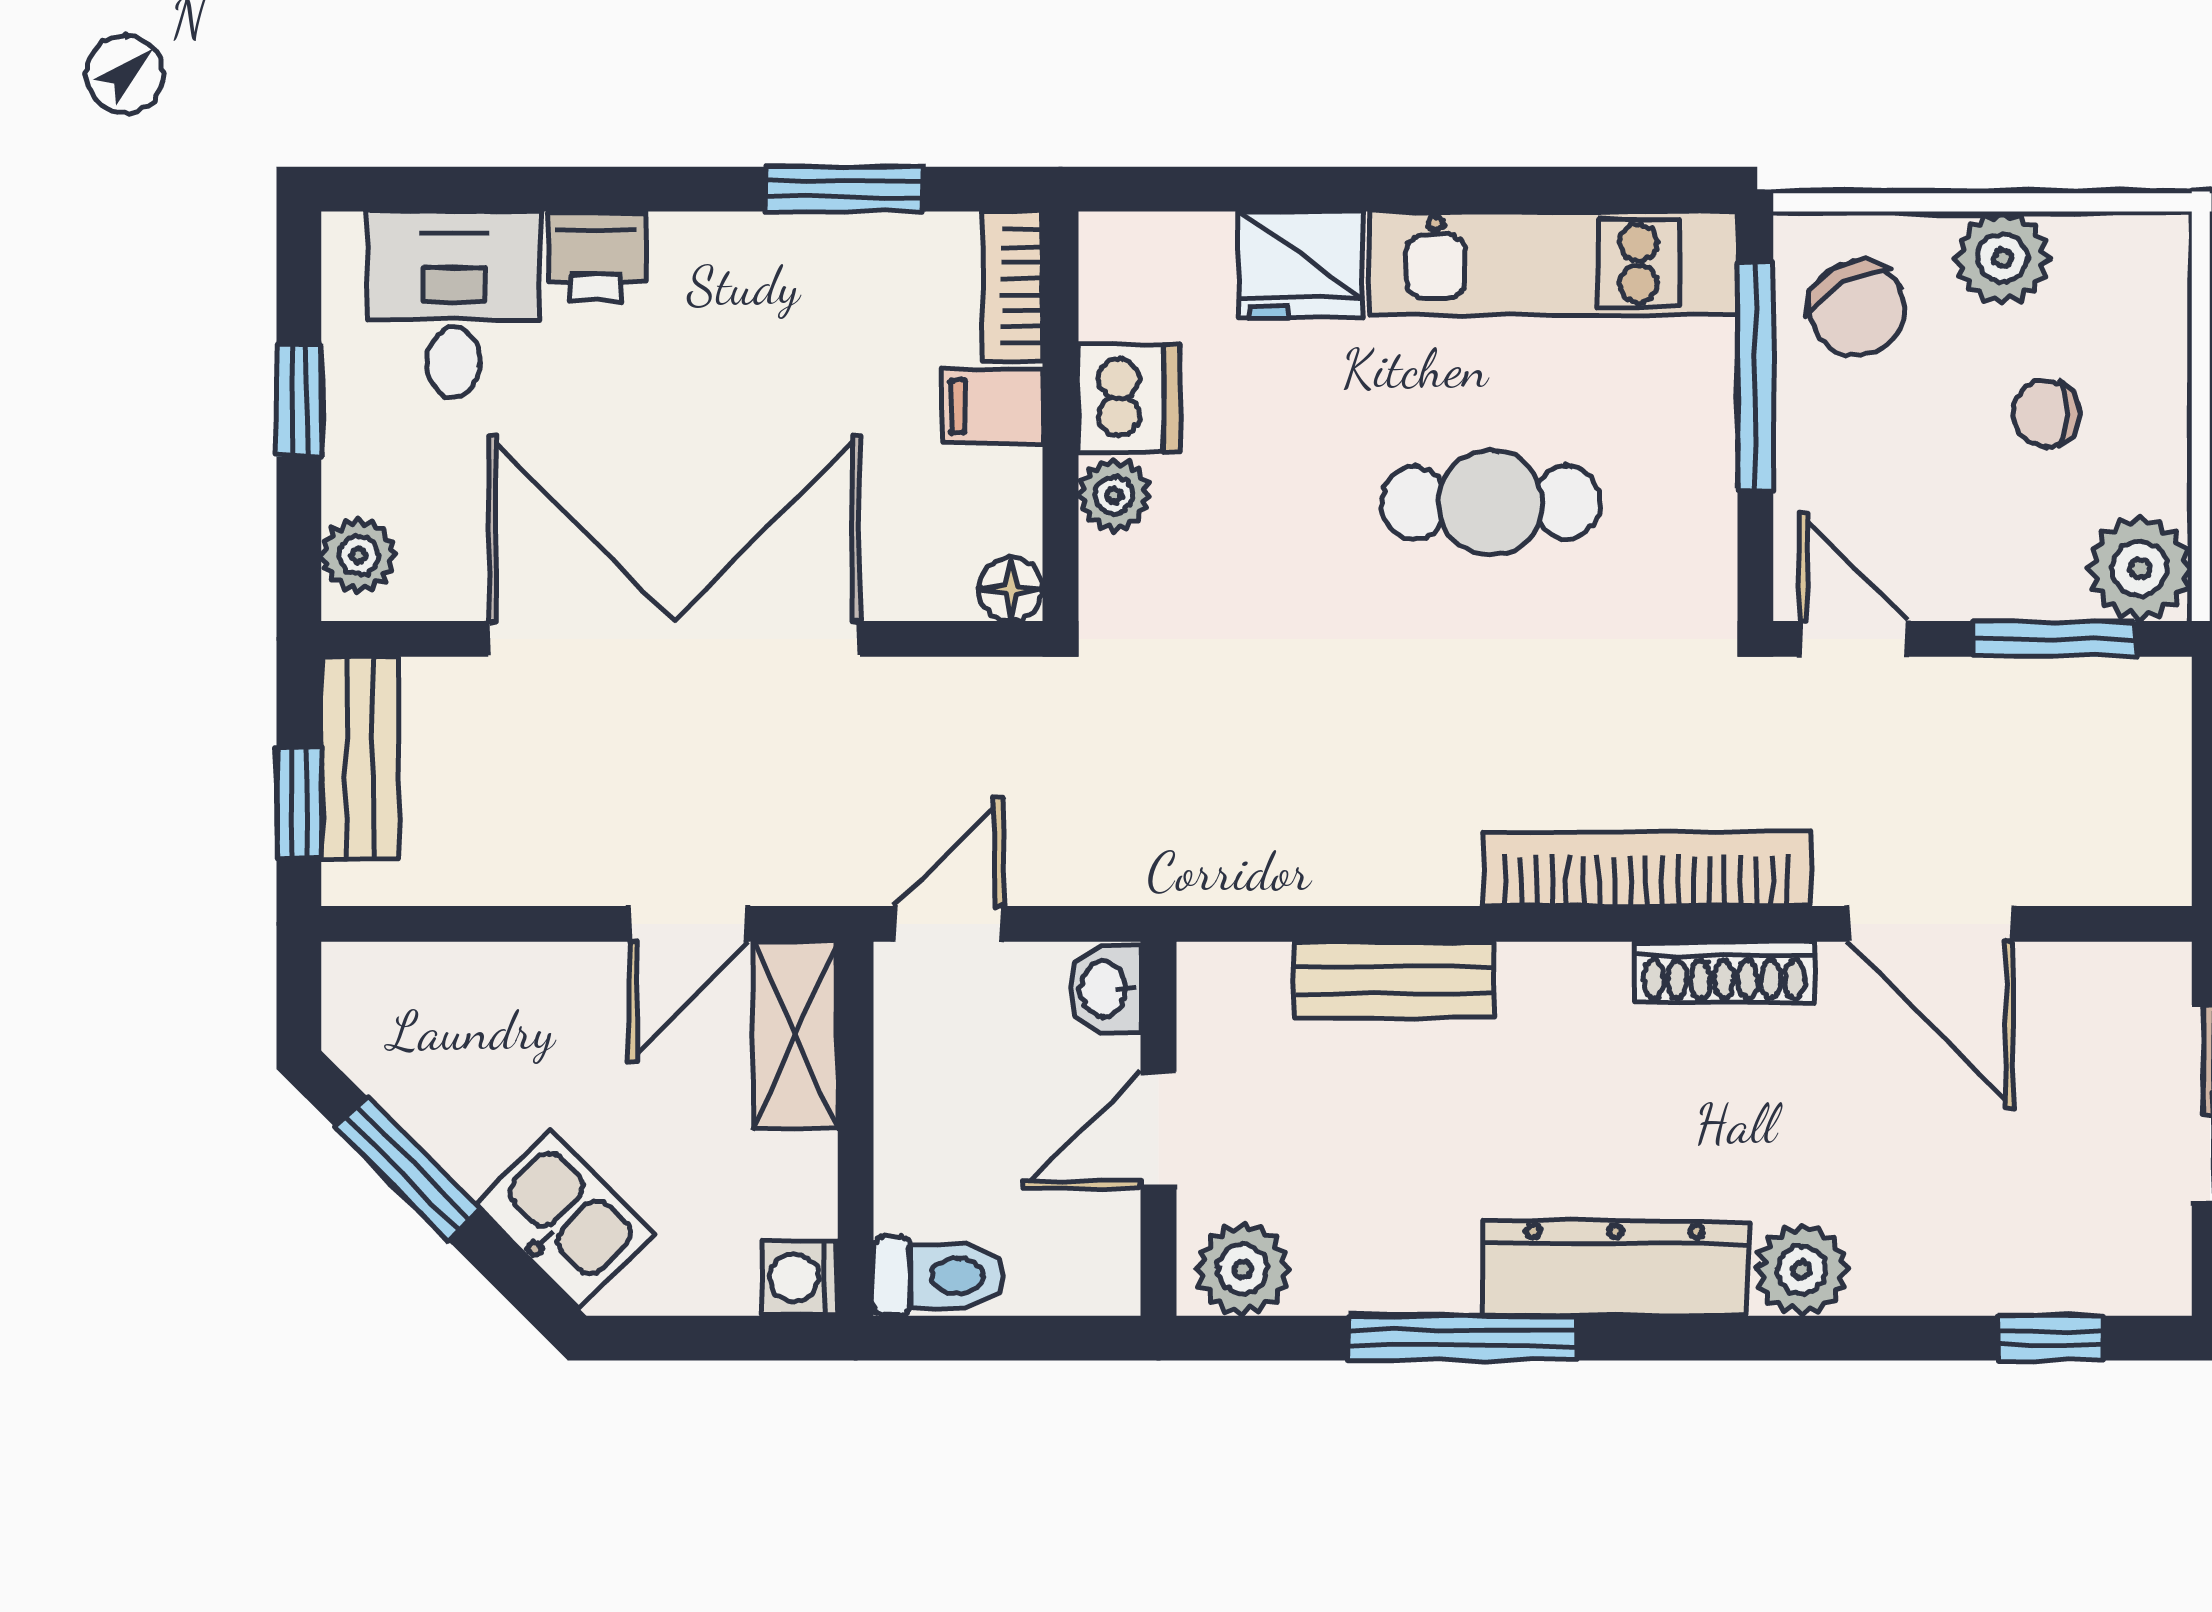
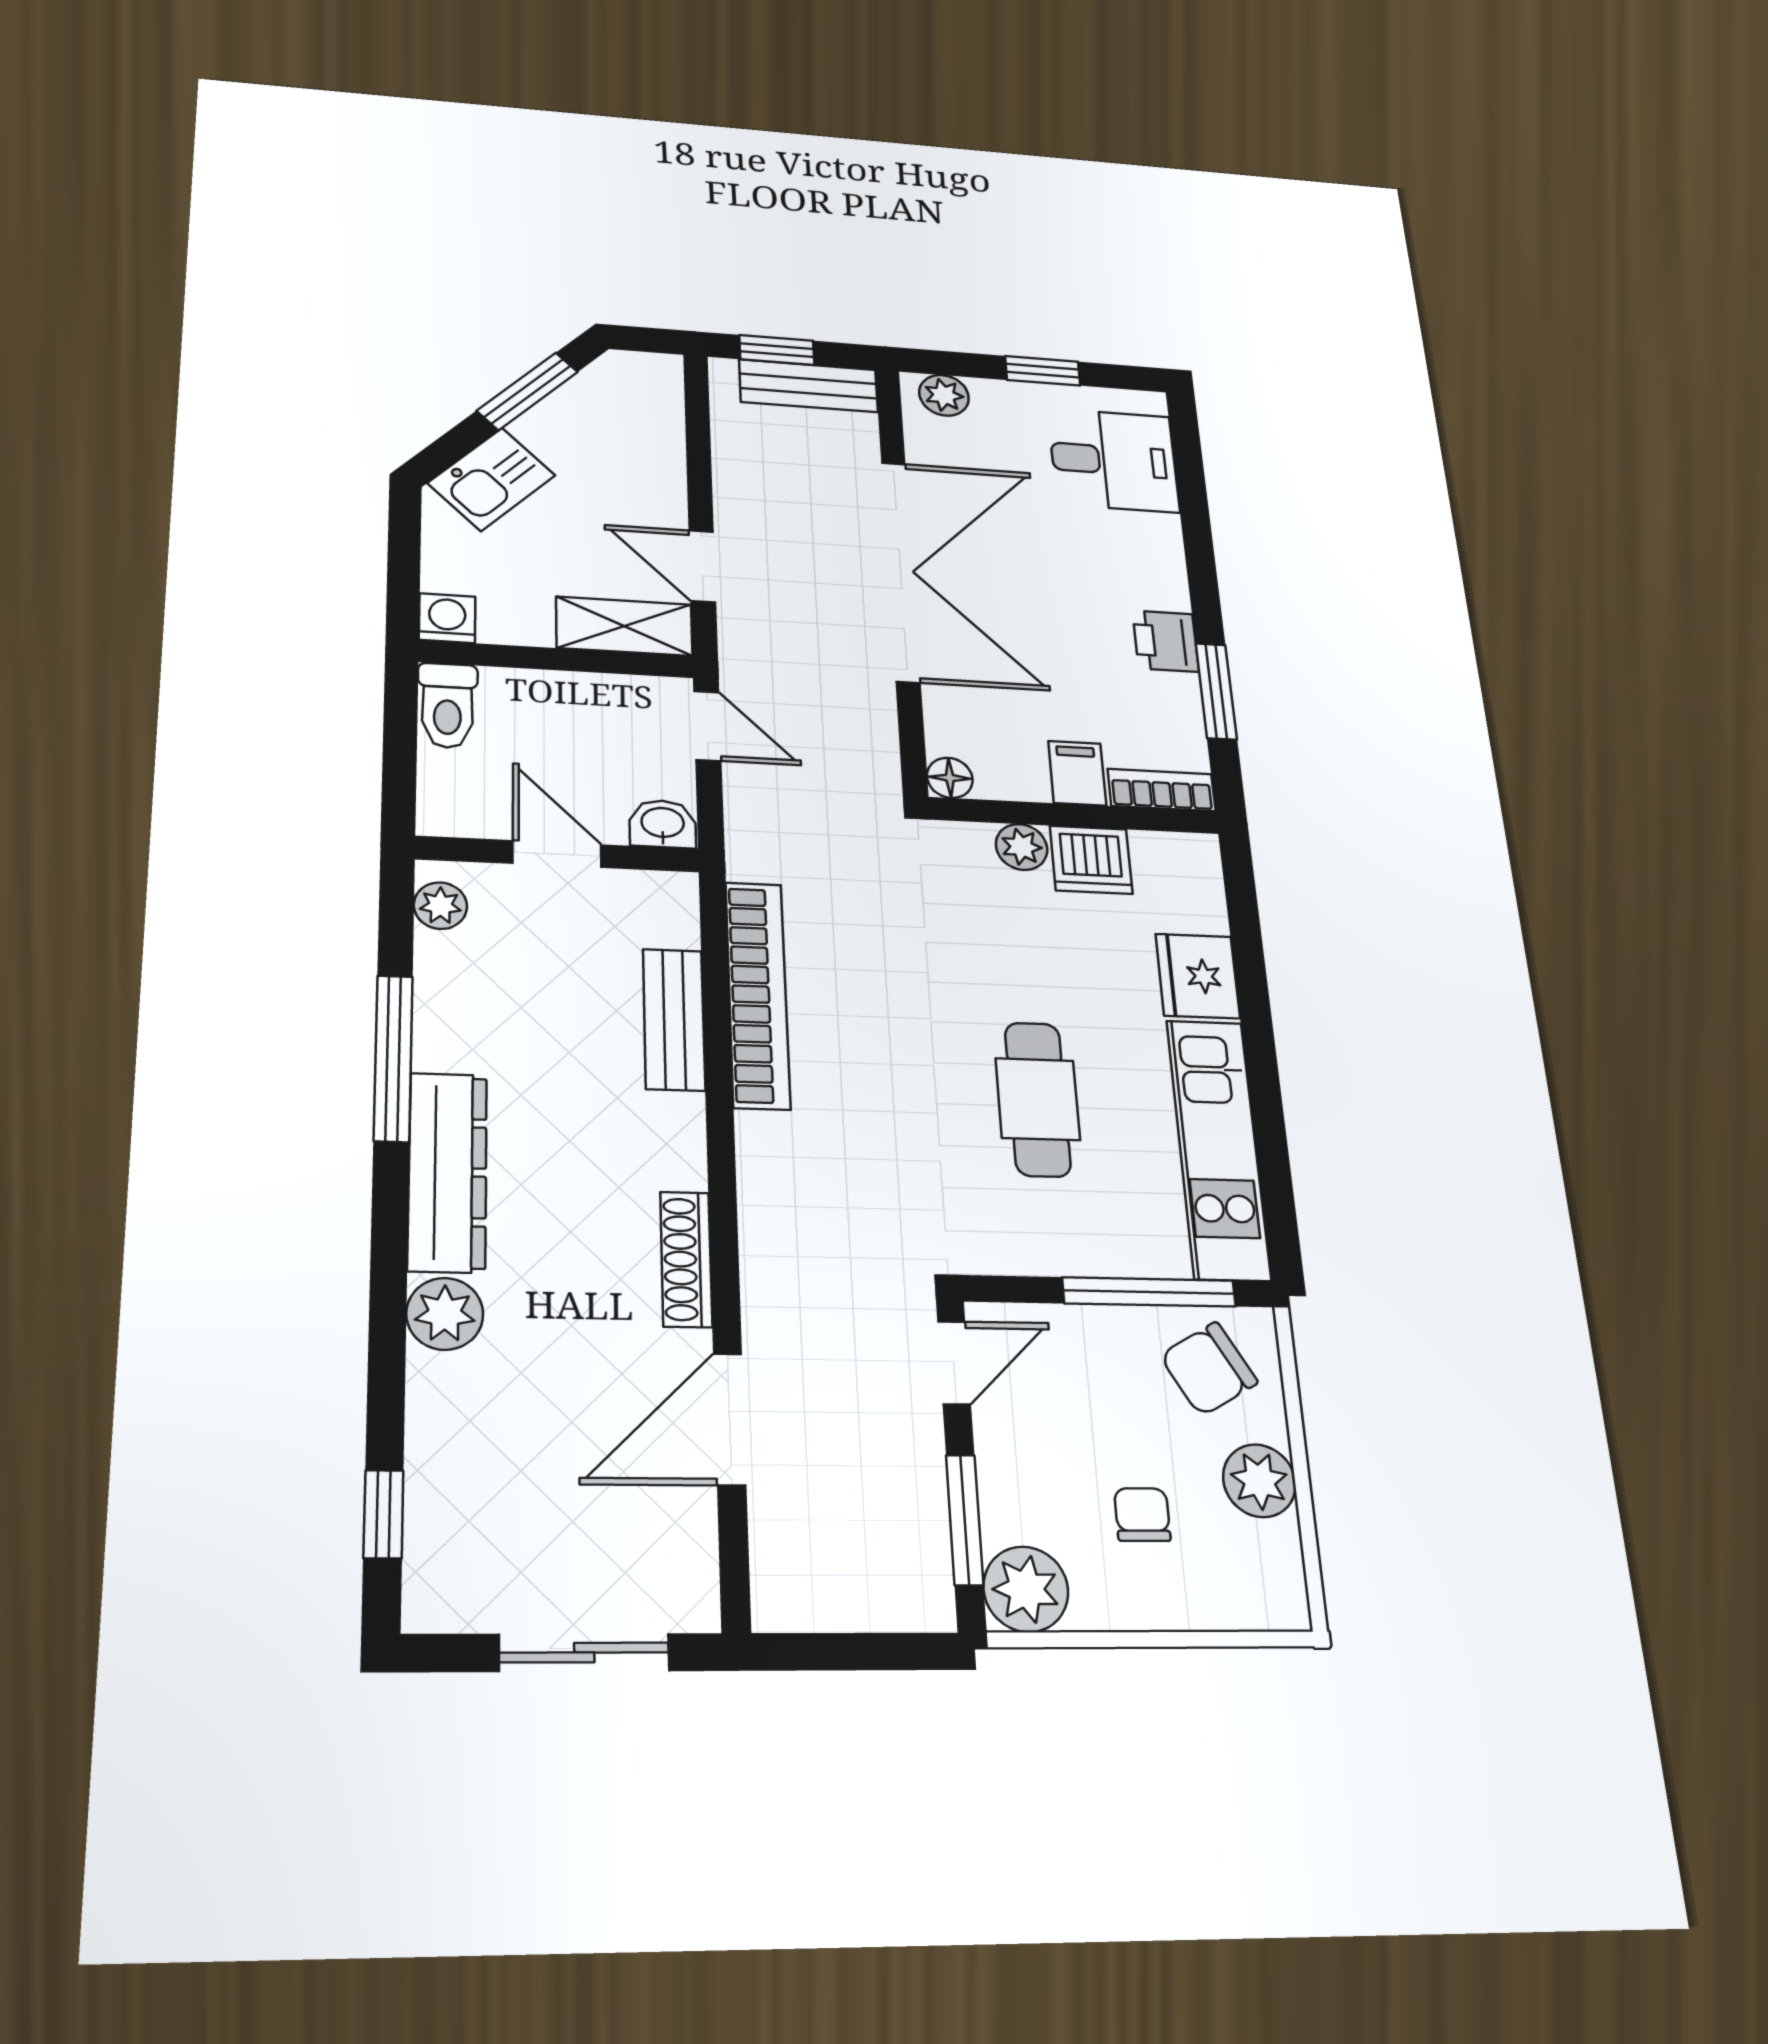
printer: (597, 256) -> (1166, 641), moved
bookcase: (1646, 869) -> (758, 994), moved
plant: (1243, 1269) -> (440, 906), width x0.73, depth x0.73

